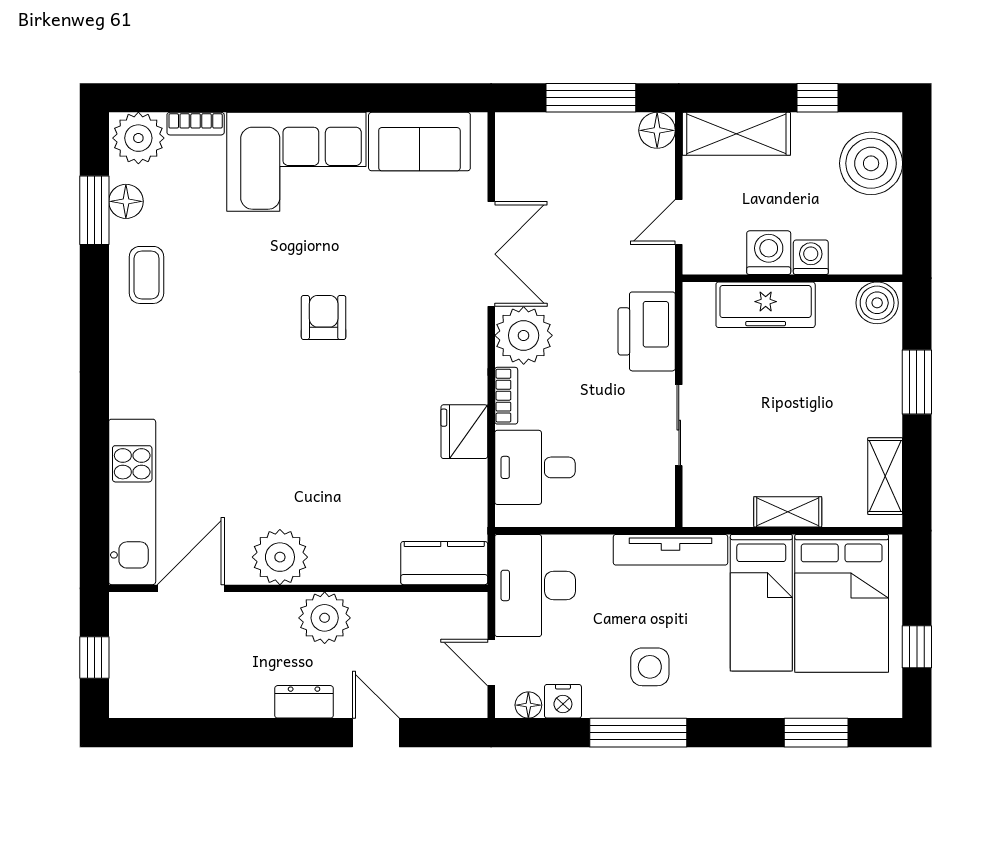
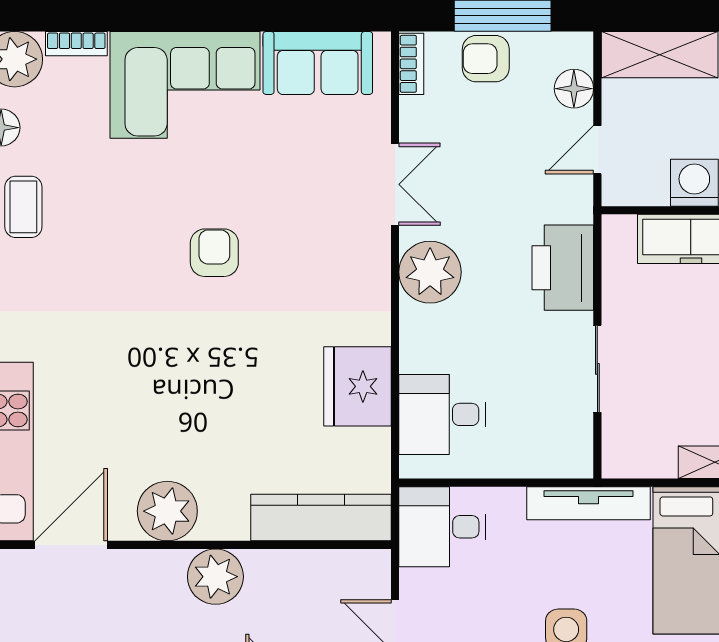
floor lamp: (657, 130) -> (574, 89), moved
armchair: (575, 138) -> (486, 59), added
double door: (491, 254) -> (395, 184), width x0.73
bookcase: (506, 396) -> (411, 64), moved
fridge: (464, 432) -> (358, 386), width x1.36, depth x1.34
kitchen counter: (444, 563) -> (321, 518), width x1.50
desk: (535, 585) -> (442, 527), width x0.73

